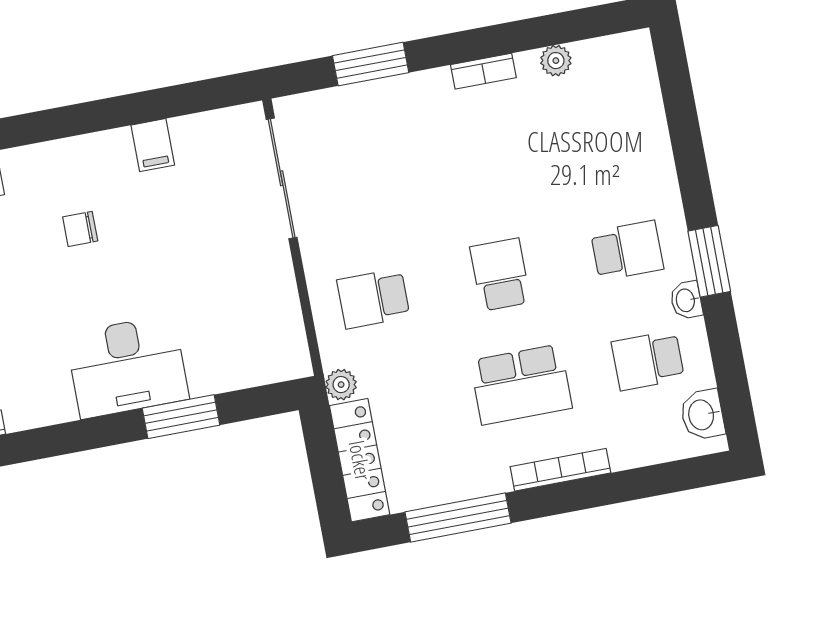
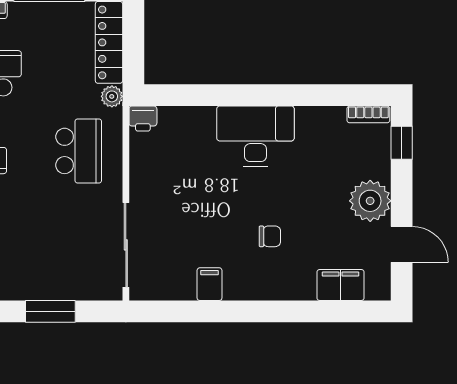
school desk: (373, 299) -> (79, 151), width x1.85
printer: (291, 362) -> (143, 119), added
window: (181, 417) -> (225, 95), removed

